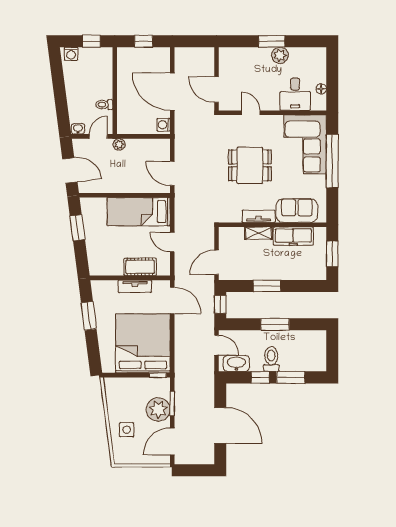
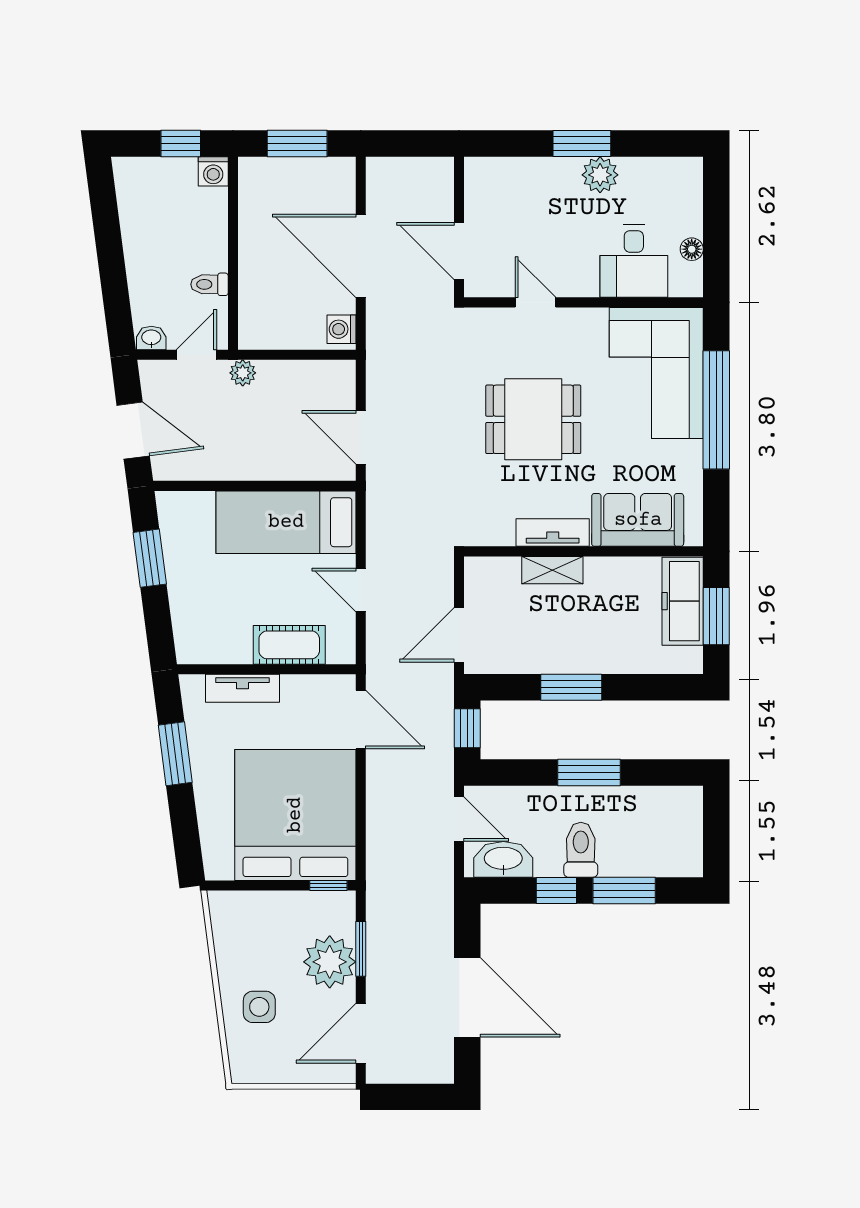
window: (144, 41) -> (297, 143), width x1.50
washing machine: (71, 54) -> (213, 171), moved
freezer: (293, 236) -> (683, 601), moved, turned 90
tv unit: (135, 286) -> (243, 688), moved

